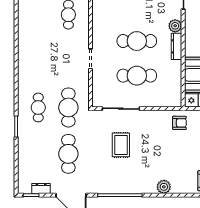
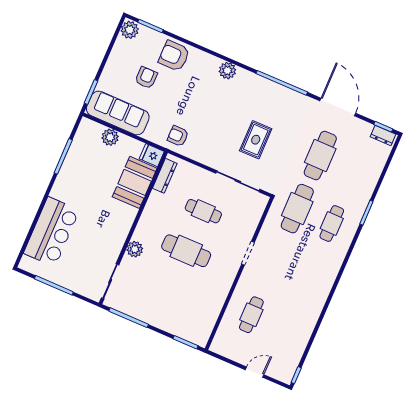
dresser: (176, 46) -> (165, 176), moved
cafe table: (137, 76) -> (203, 211), width x0.73, depth x0.74
dresser: (41, 189) -> (383, 136), moved

